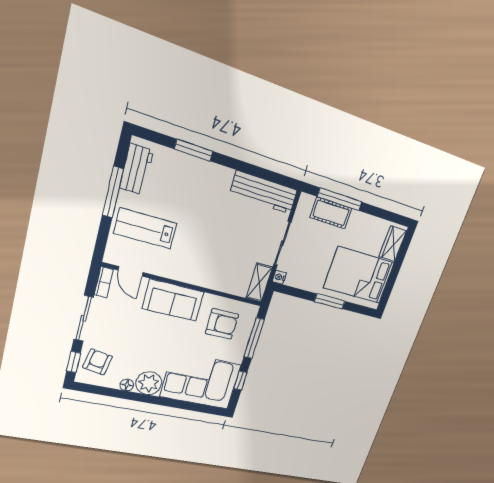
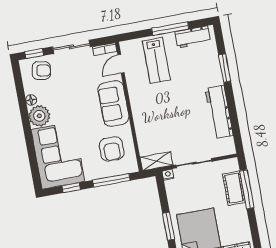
workbench: (264, 192) -> (219, 112), moved
lab bench: (146, 228) -> (156, 60), turned 180

